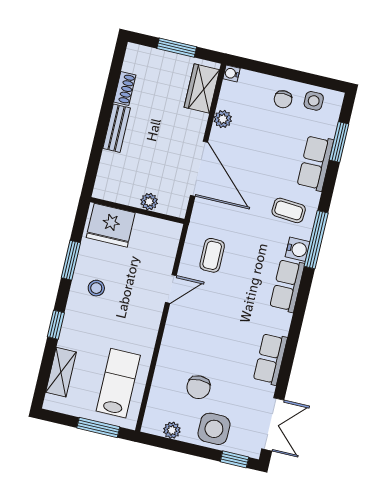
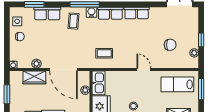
wardrobe: (202, 88) -> (34, 77), moved
door: (199, 169) -> (63, 70), swing flipped
kitchen sink: (157, 231) -> (98, 83), added
door: (171, 289) -> (144, 70), moved
row of seats: (270, 359) -> (137, 13), moved
side table: (214, 429) -> (189, 32), removed
window: (234, 459) -> (201, 40), moved

